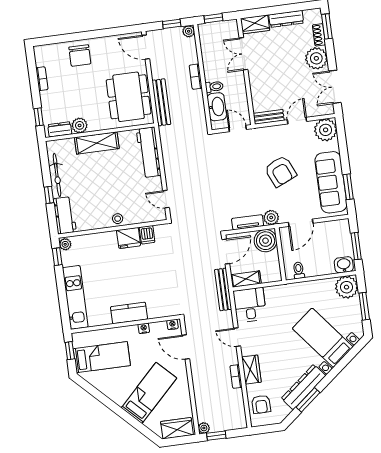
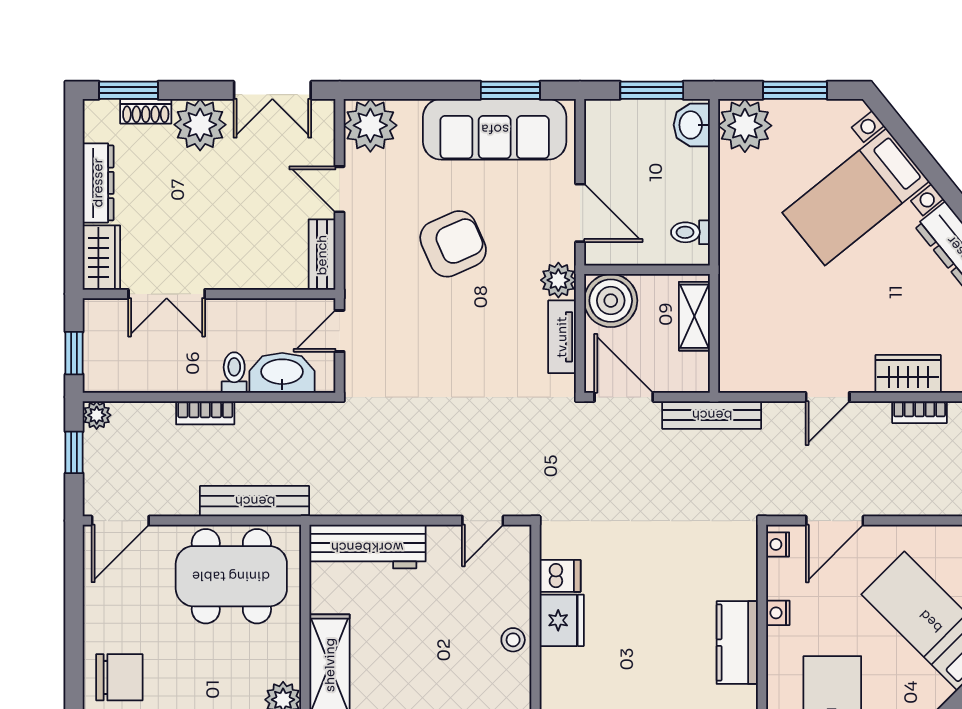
shelving: (246, 279) -> (694, 316), moved
desk: (250, 305) -> (756, 357), removed

